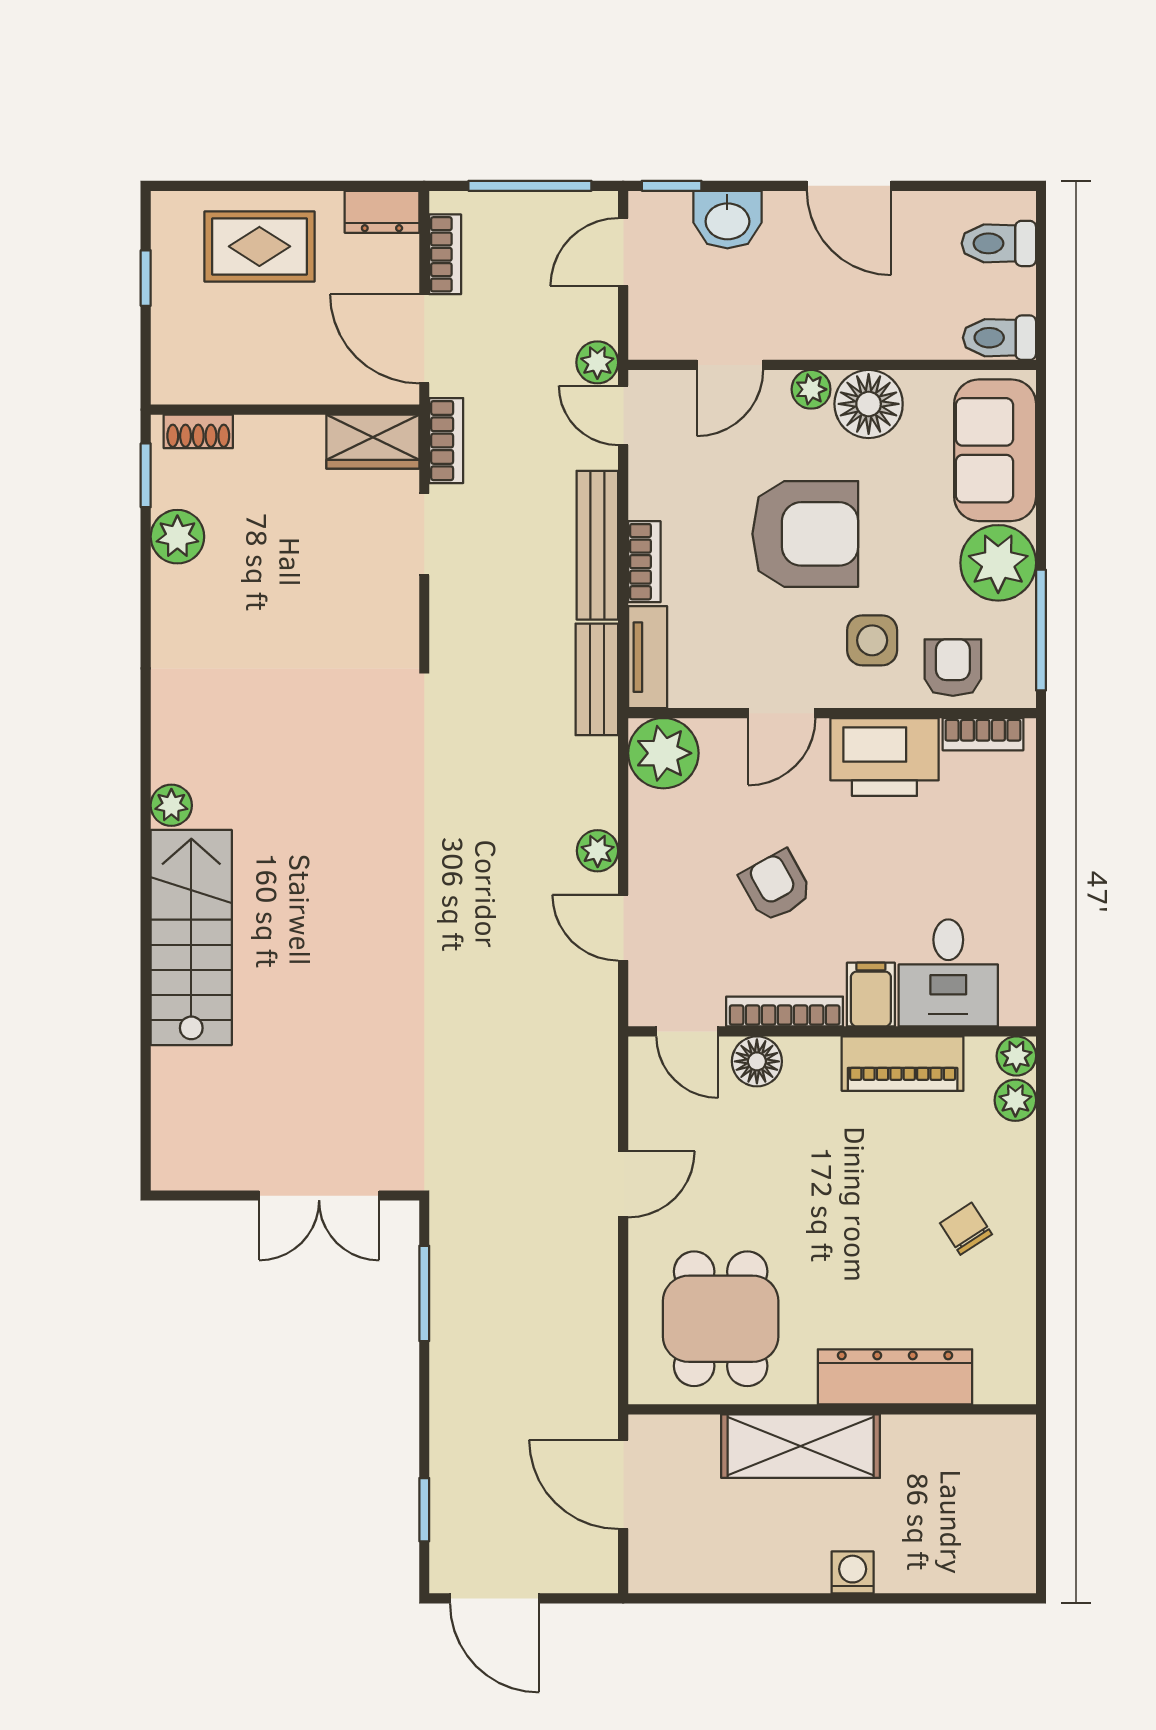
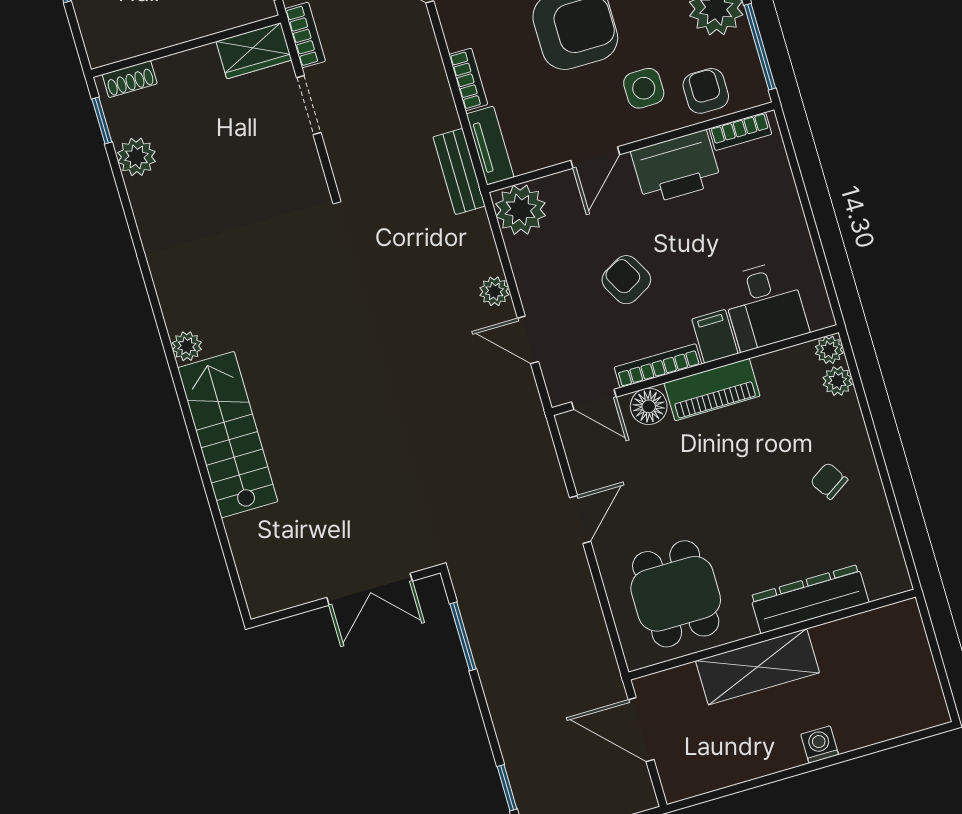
bench: (597, 545) -> (432, 77), removed
piano: (903, 1064) -> (712, 390), moved

